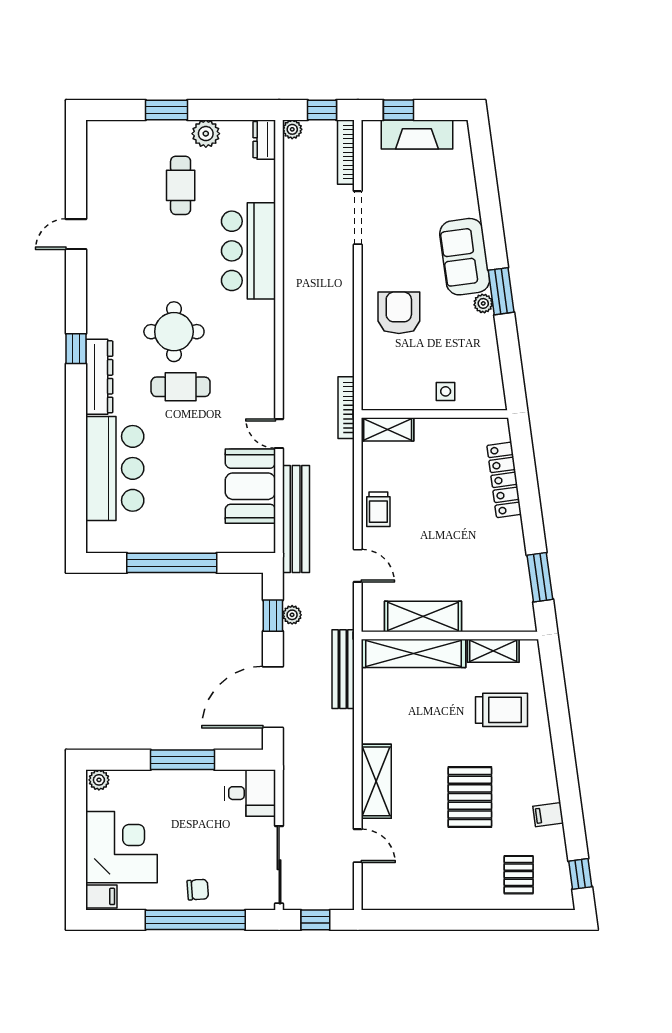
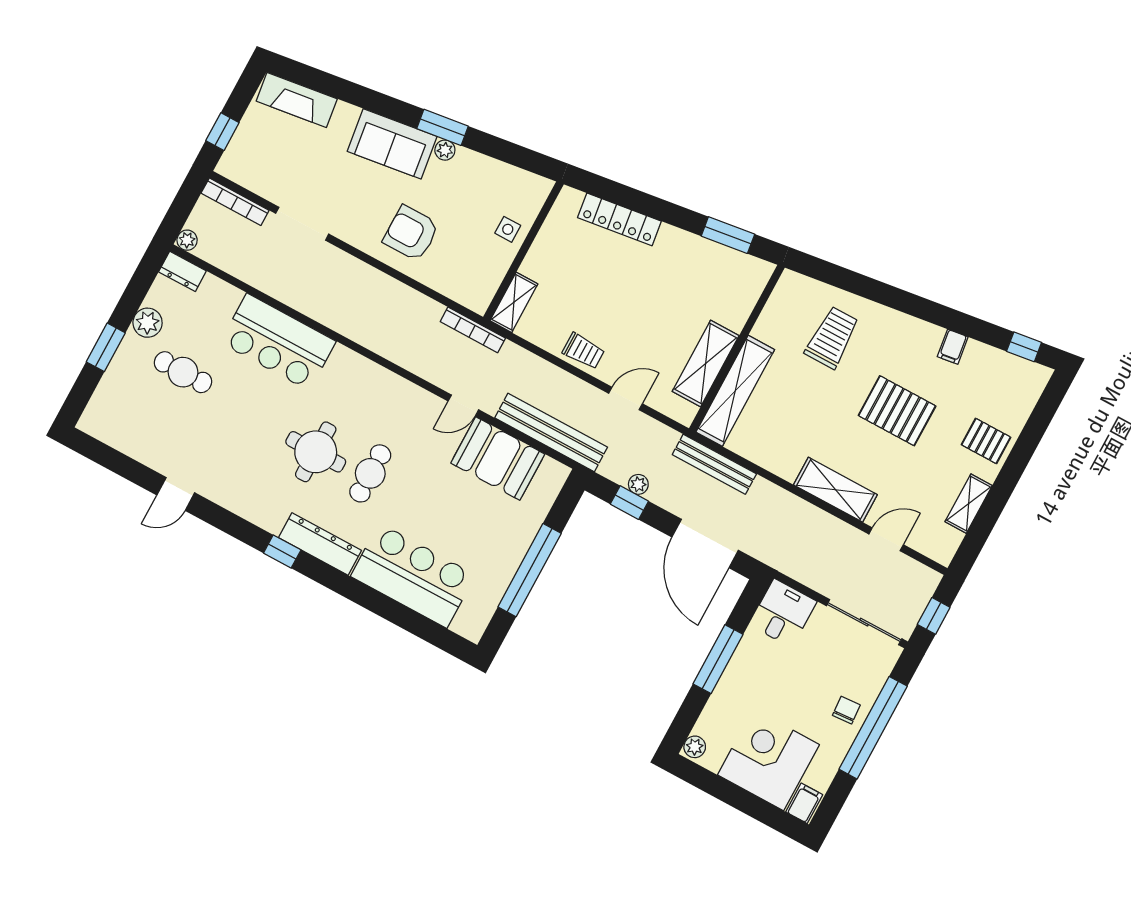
window: (322, 110) -> (184, 203), removed
fireplace: (417, 134) -> (297, 100), moved, turned 82
door: (76, 234) -> (176, 494), hinge flipped
shelving: (493, 651) -> (969, 504), moved
pallet: (519, 875) -> (986, 441), moved

